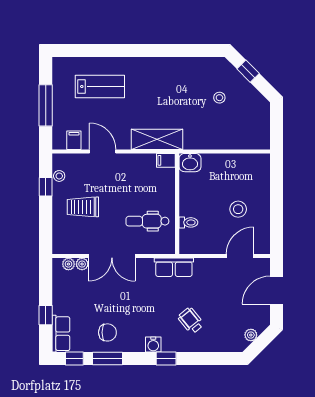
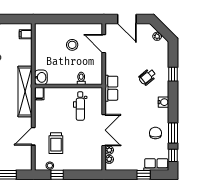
shelving: (157, 139) -> (25, 92), width x1.47
filing cabinet: (74, 140) -> (26, 34), moved
trolley: (83, 207) -> (56, 143), moved
window: (166, 359) -> (173, 74), moved

